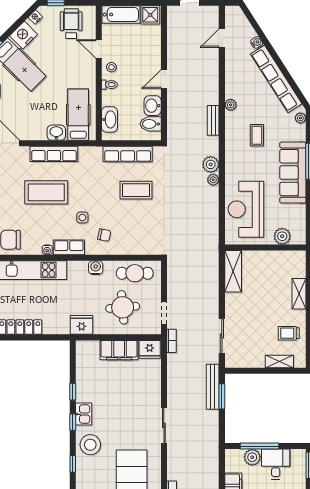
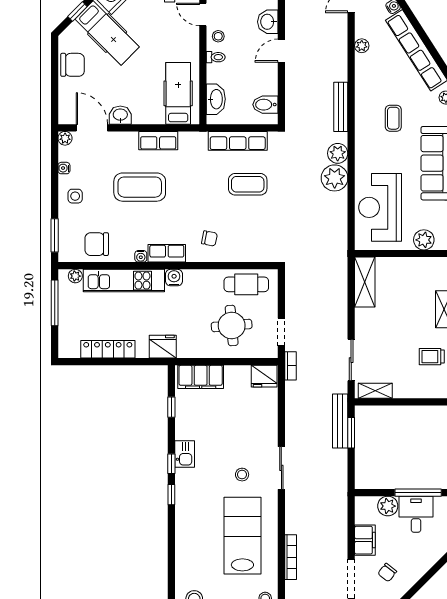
plant: (231, 105) -> (362, 46), moved
washbasin: (153, 106) -> (268, 22), moved
bench: (213, 120) -> (341, 107), width x1.36
washbasin: (56, 133) -> (120, 115), moved
row of seats: (54, 154) -> (158, 141), width x0.68
plant: (213, 180) -> (335, 178), width x1.88, depth x1.88
side table: (82, 218) -> (183, 217), removed
water cooler: (96, 268) -> (174, 278), moved
fridge: (82, 325) -> (163, 347), moved
filing cabinet: (119, 350) -> (201, 377), moved
shelving: (279, 361) -> (375, 391), moved
window: (73, 392) -> (171, 407), moved
stool: (90, 445) -> (242, 475), moved, width x0.53, depth x0.53
window: (260, 446) -> (418, 493), moved
window: (73, 464) -> (171, 495), moved

